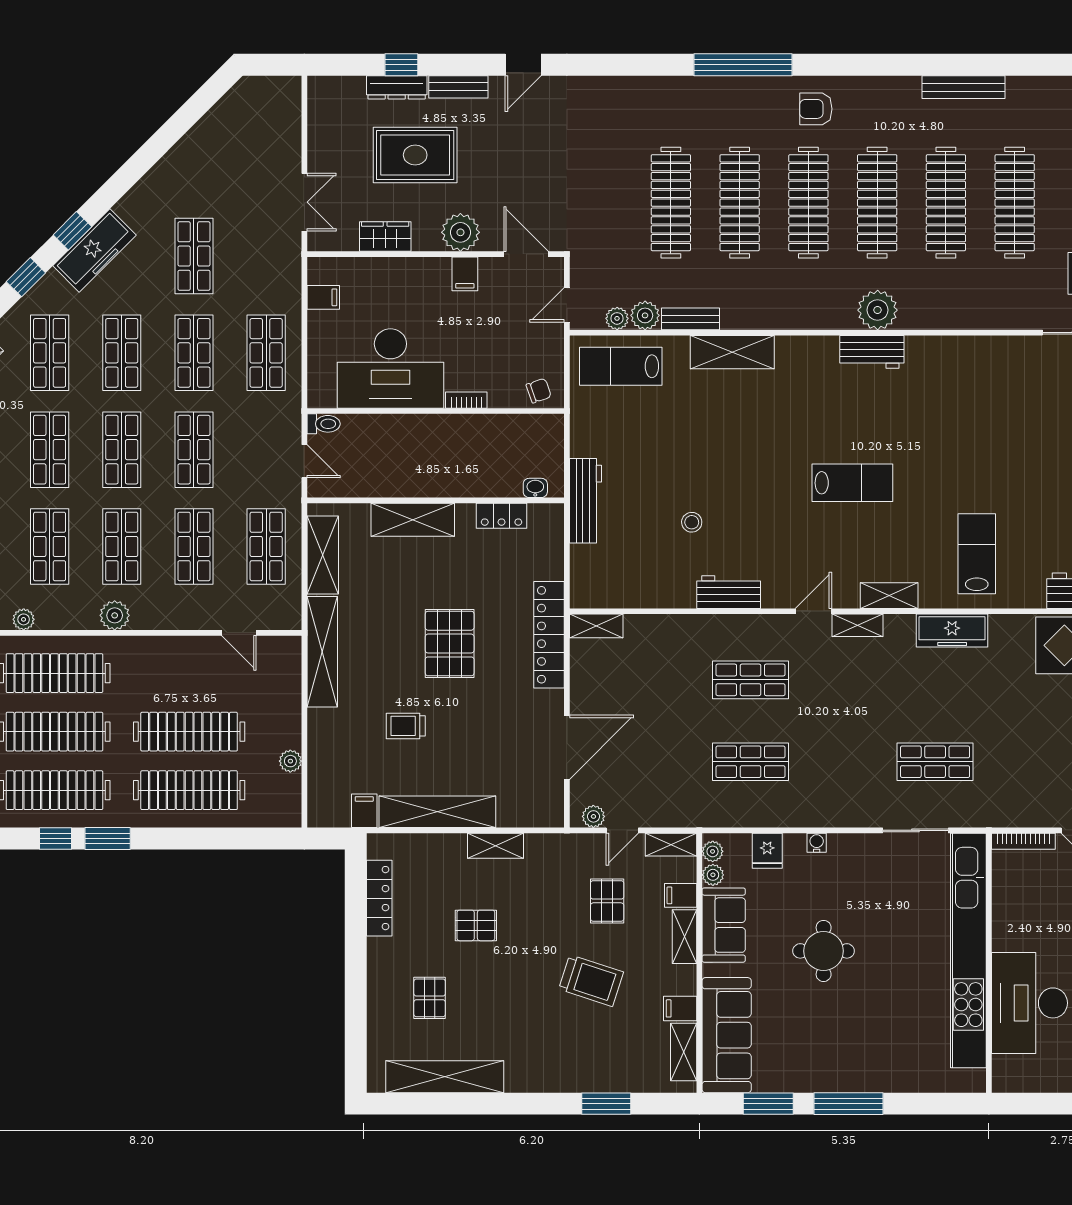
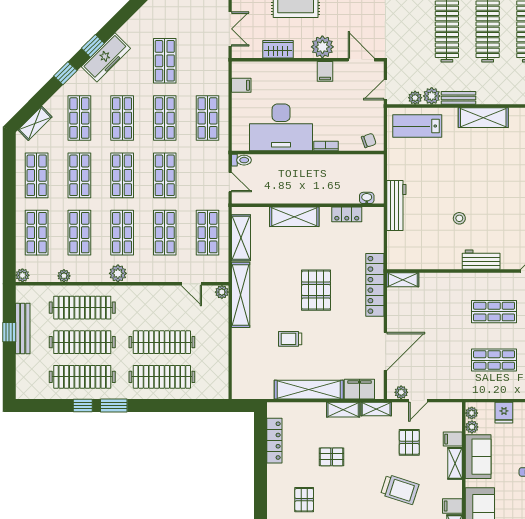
plant: (290, 761) -> (222, 292), moved
filing cabinet: (364, 811) -> (359, 389), moved, width x2.00
shelving: (671, 845) -> (376, 409), moved

